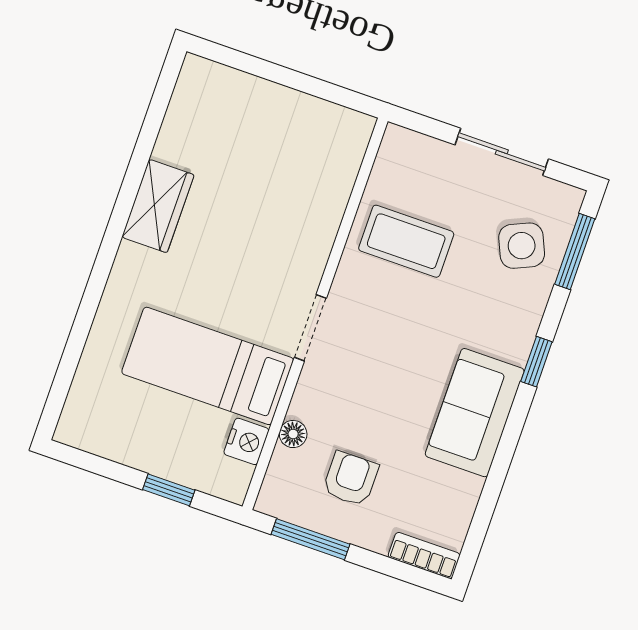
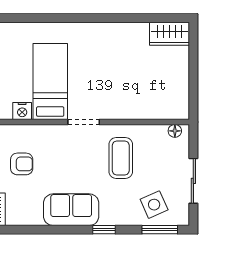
wardrobe: (158, 206) -> (169, 34), moved
coffee table: (406, 241) -> (121, 158), moved
floor lamp: (293, 434) -> (175, 131), moved

